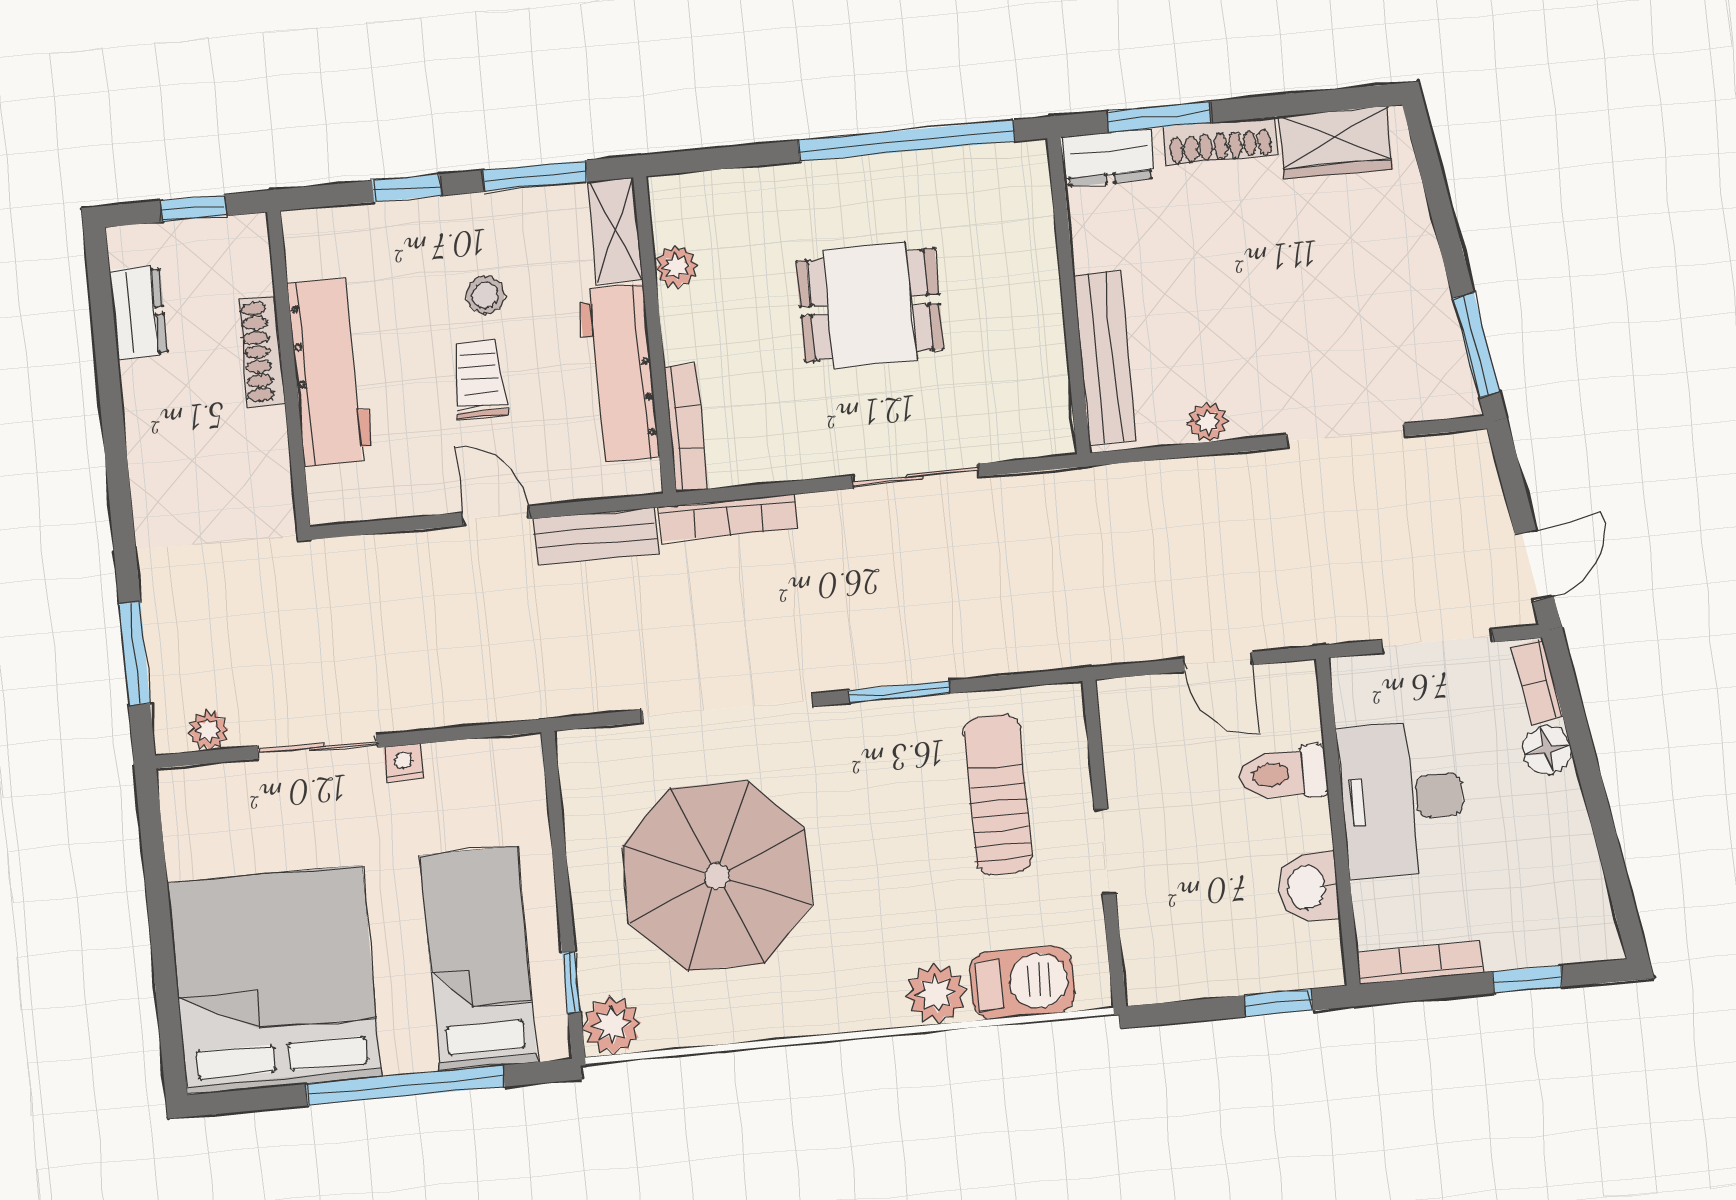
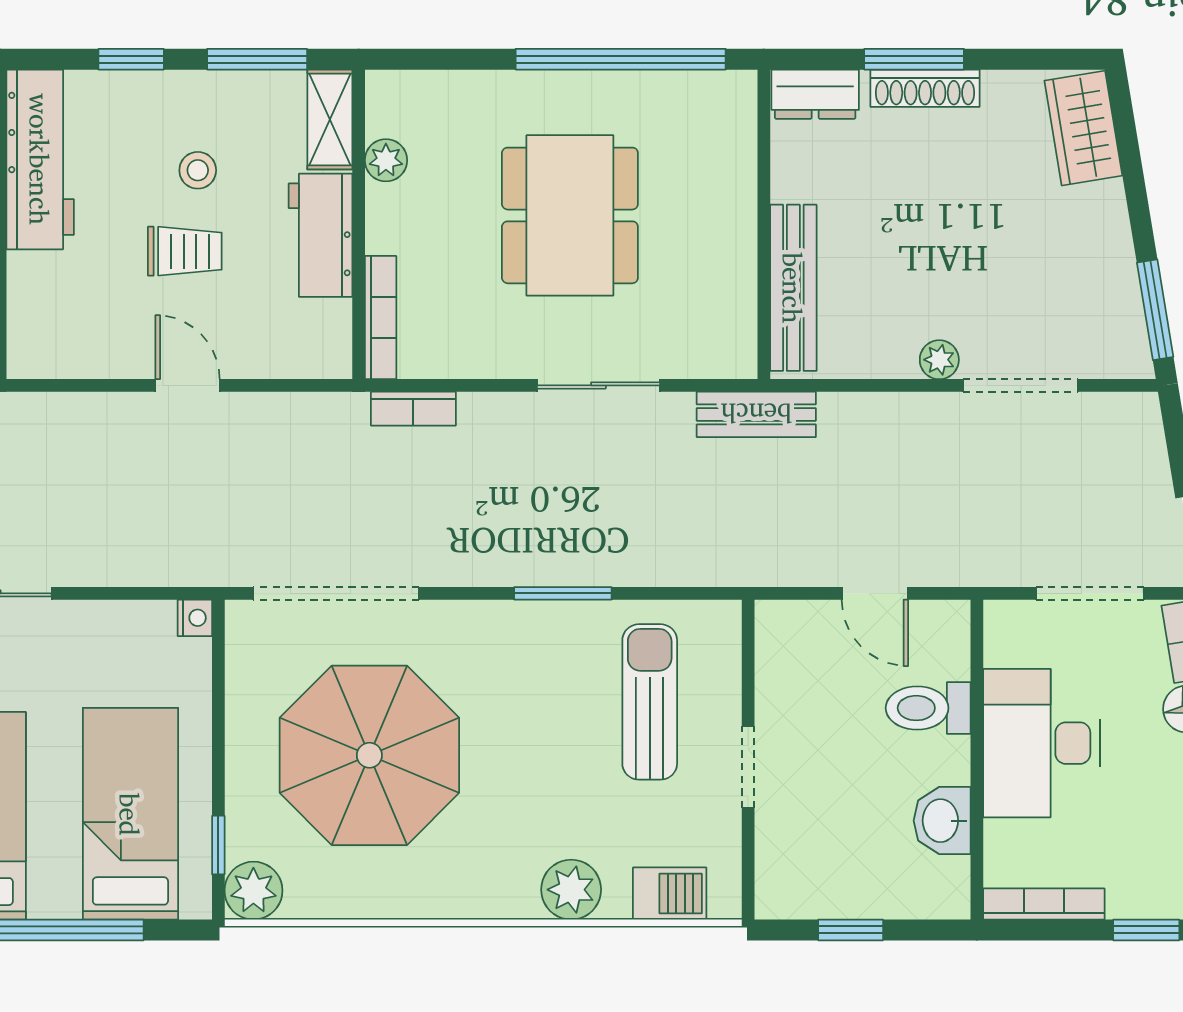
window: (1159, 117) -> (914, 59), moved
wardrobe: (1336, 143) -> (1083, 128), moved, turned 81
dining table: (870, 305) -> (570, 215), width x1.38
workbench: (330, 372) -> (40, 159), moved
workbench: (619, 373) -> (320, 235), width x0.73
trolley: (480, 379) -> (185, 251), turned 90
plant: (1208, 422) -> (939, 360), moved
bookcase: (729, 518) -> (413, 409), width x0.64
bench: (596, 536) -> (756, 414), moved
doorway: (728, 708) -> (336, 593), moved
nightstand: (403, 763) -> (195, 618), moved, turned 90
barbecue: (1022, 982) -> (670, 893), width x0.73, depth x0.79
window: (1278, 1003) -> (851, 930), moved

